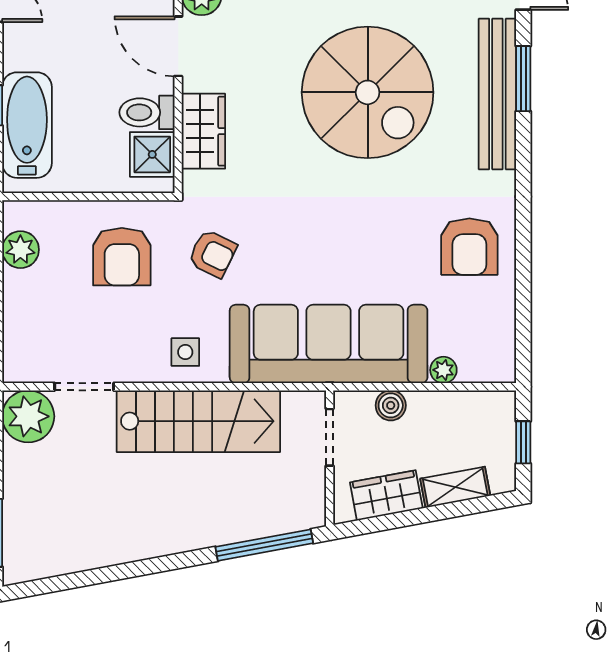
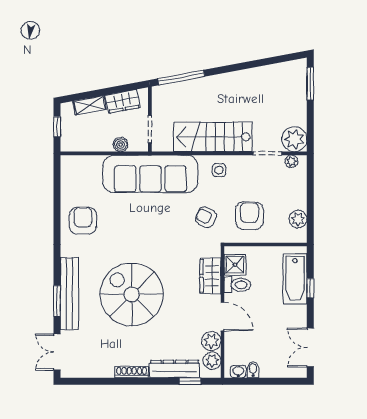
plant: (443, 370) -> (291, 161), moved

